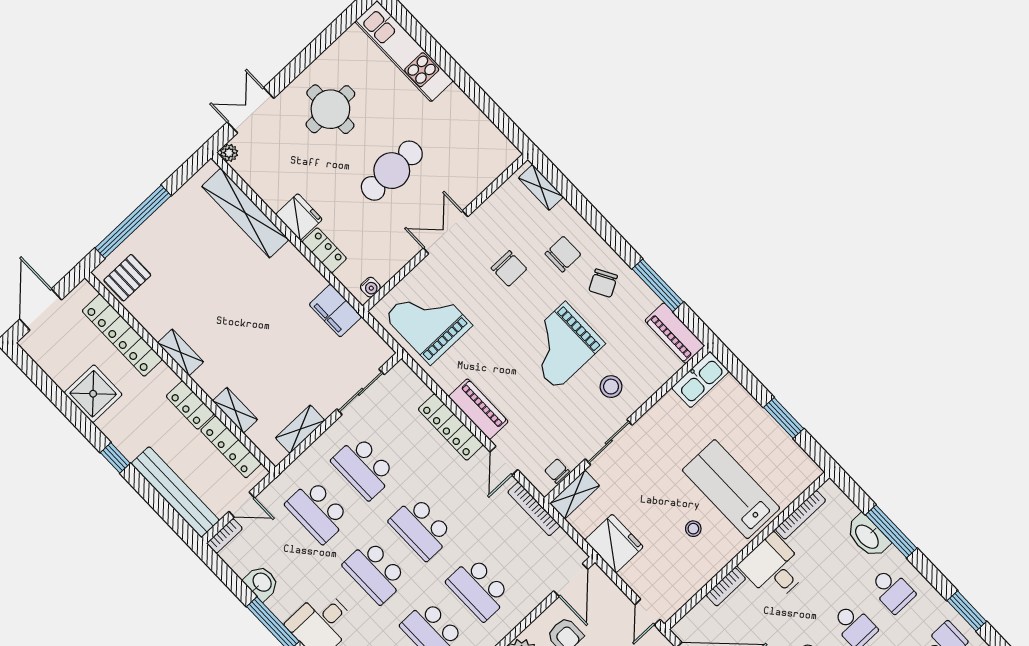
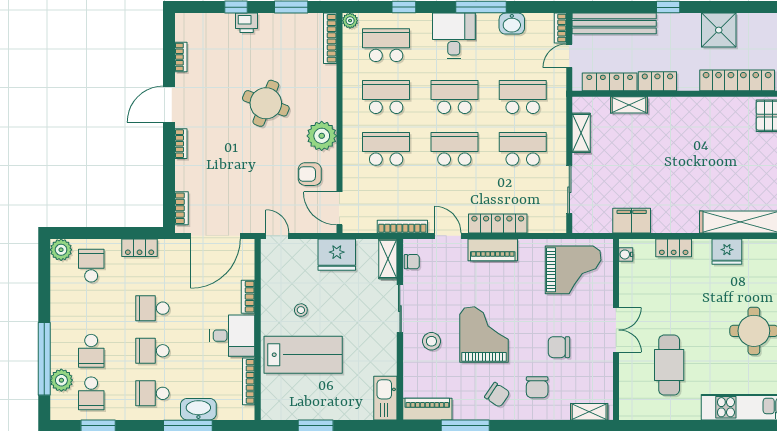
cafe table: (392, 171) -> (669, 365), moved
fridge: (299, 217) -> (727, 252), moved
chair: (603, 283) -> (497, 395), turned 153
shelving: (181, 352) -> (694, 105), removed

